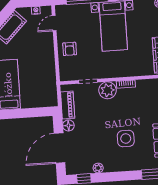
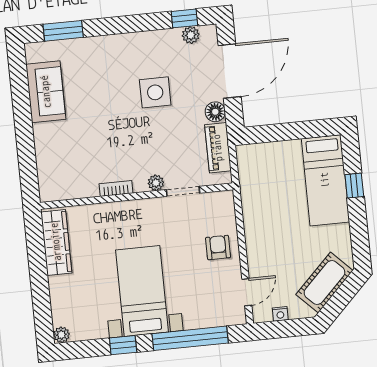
plant: (108, 90) -> (156, 183), width x0.53, depth x0.53
side table: (126, 139) -> (155, 92), moved
plant: (98, 168) -> (191, 35), moved

